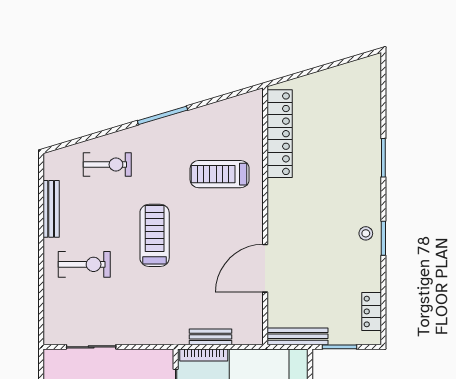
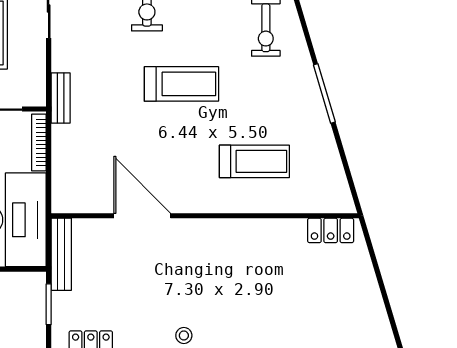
locker: (280, 134) -> (331, 230), width x0.46, depth x0.83
treadmill: (220, 174) -> (254, 161), turned 90
bench: (210, 337) -> (61, 98), moved

